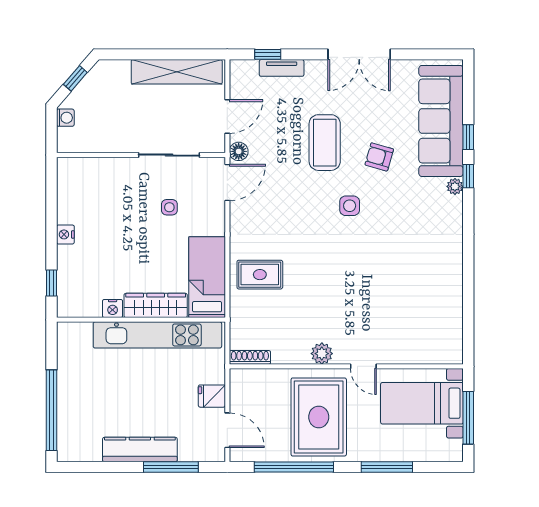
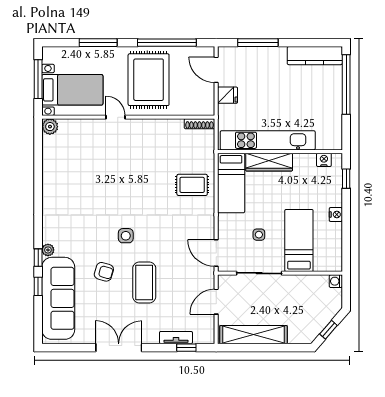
washing machine: (65, 118) -> (336, 281), moved
floor lamp: (239, 151) -> (208, 276), removed
door: (227, 182) -> (216, 253), hinge flipped
bed: (115, 199) -> (299, 240), added
nightstand: (113, 308) -> (324, 160), moved
plant: (322, 354) -> (50, 127), moved
kitchen counter: (140, 450) -> (315, 56), moved

